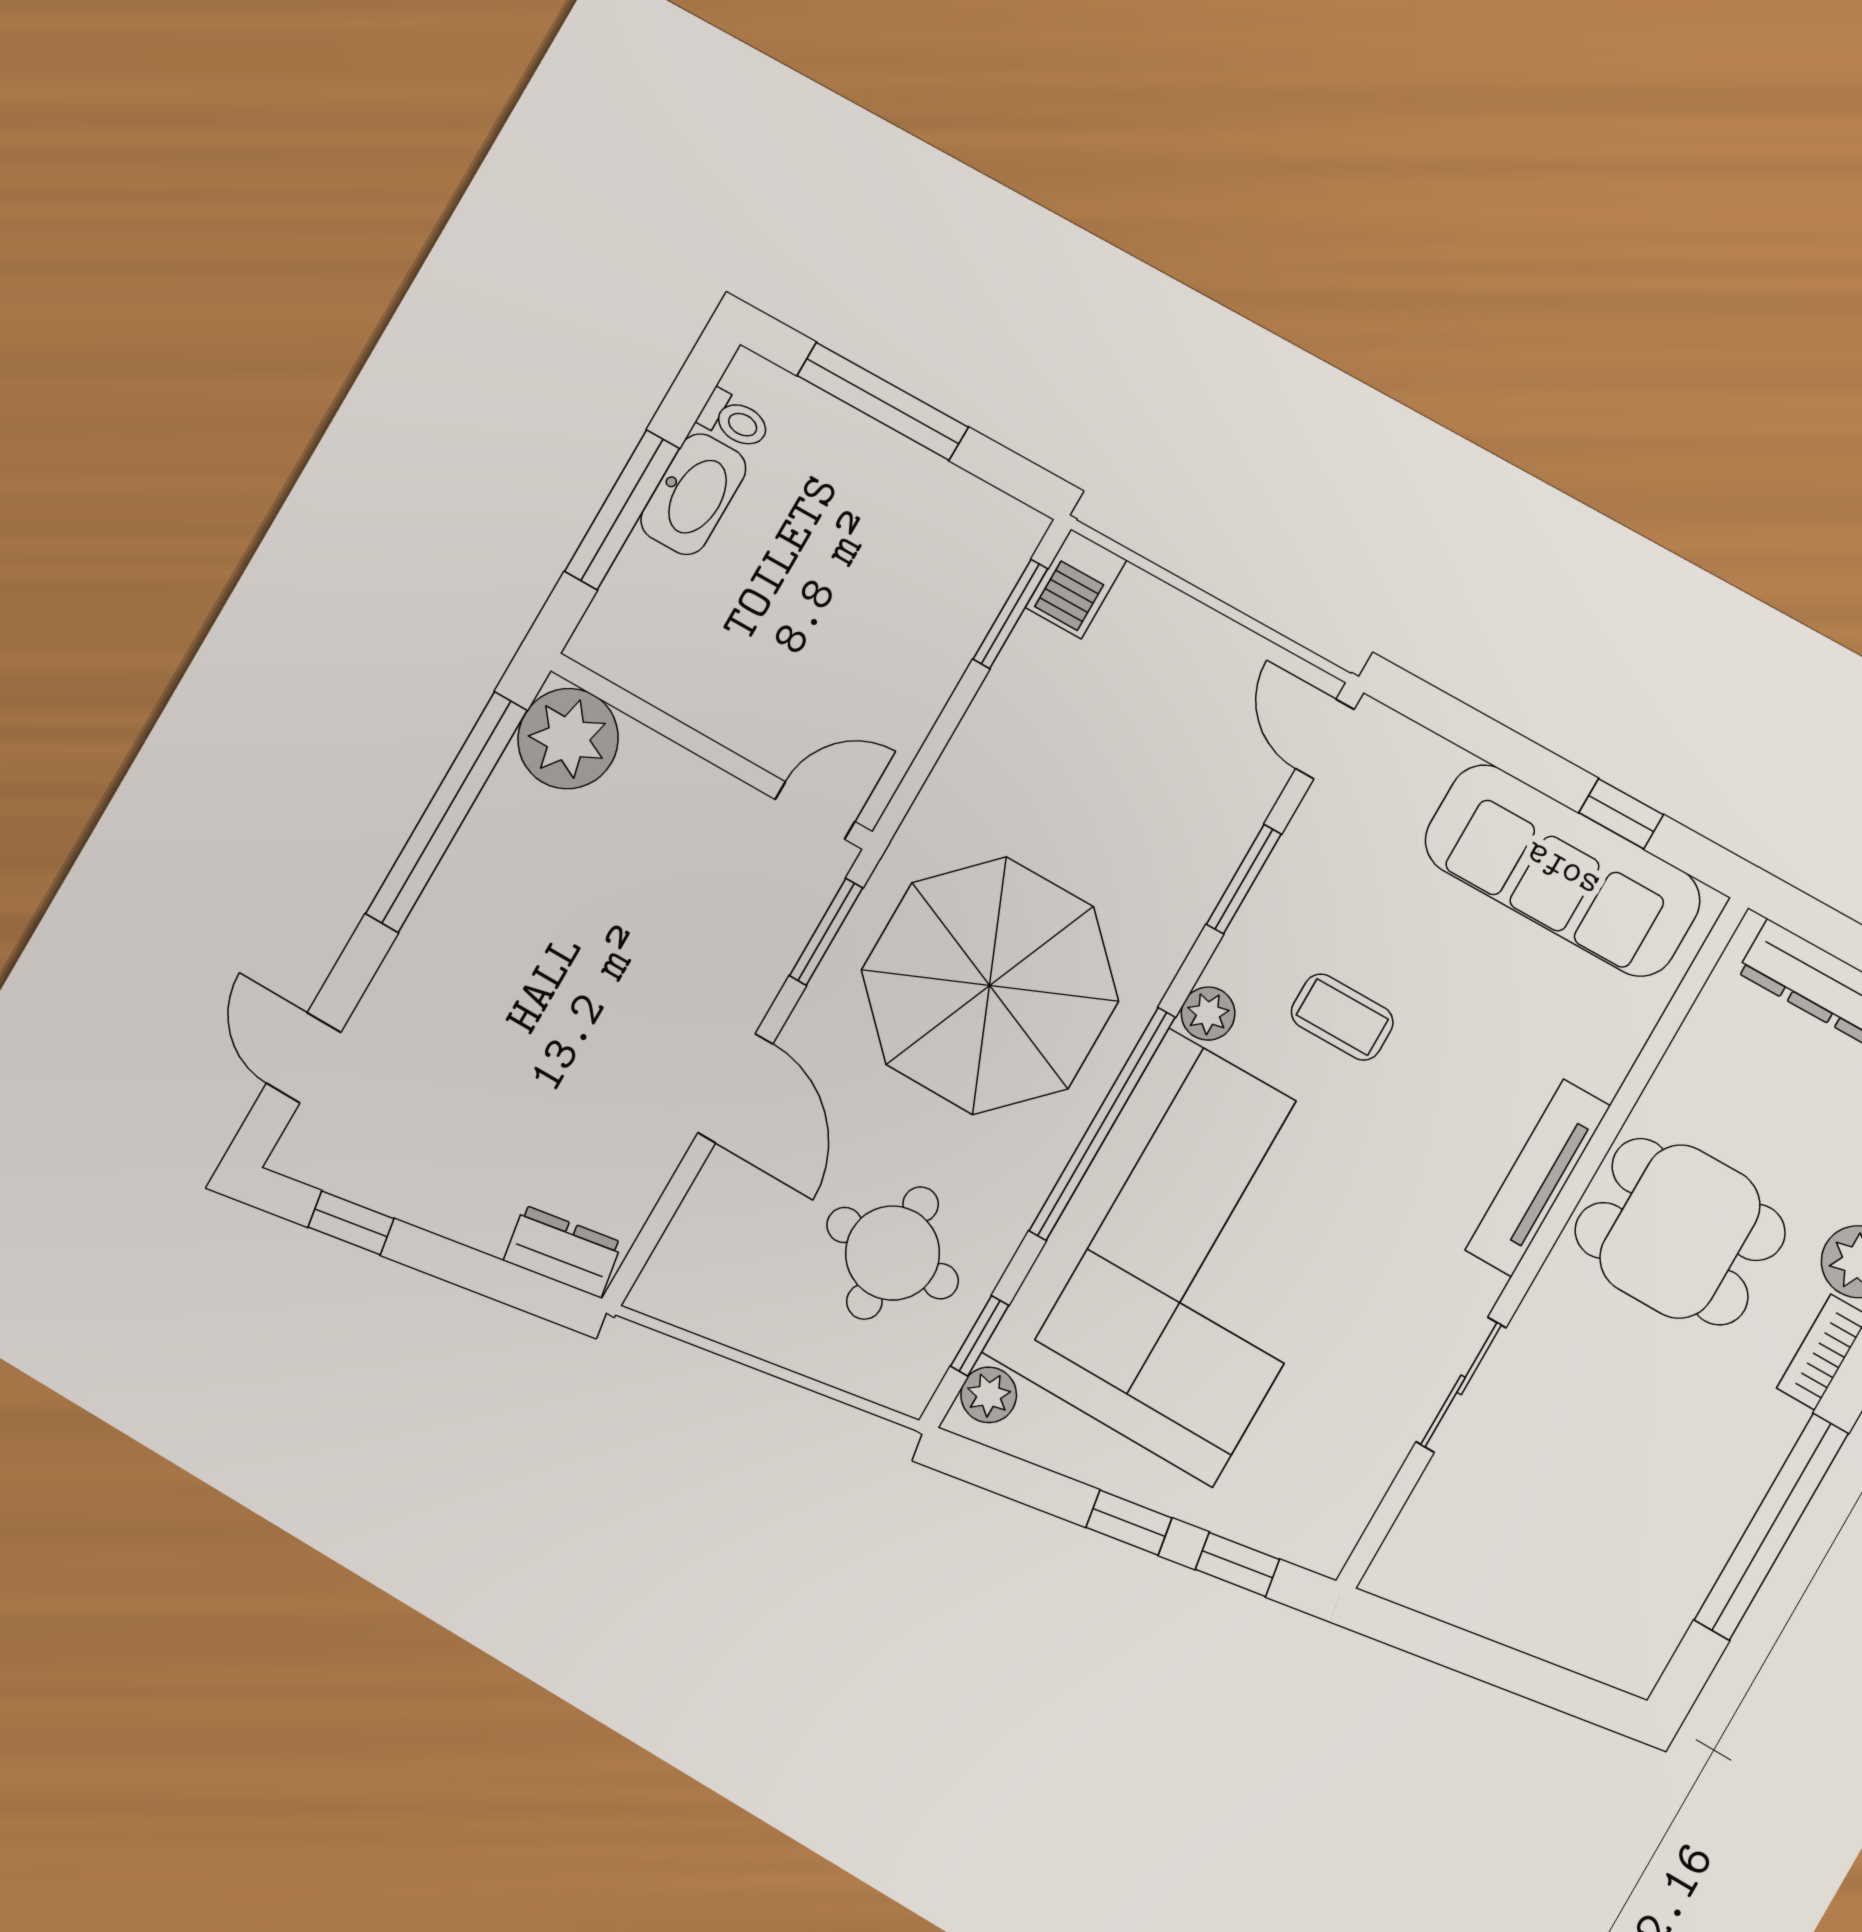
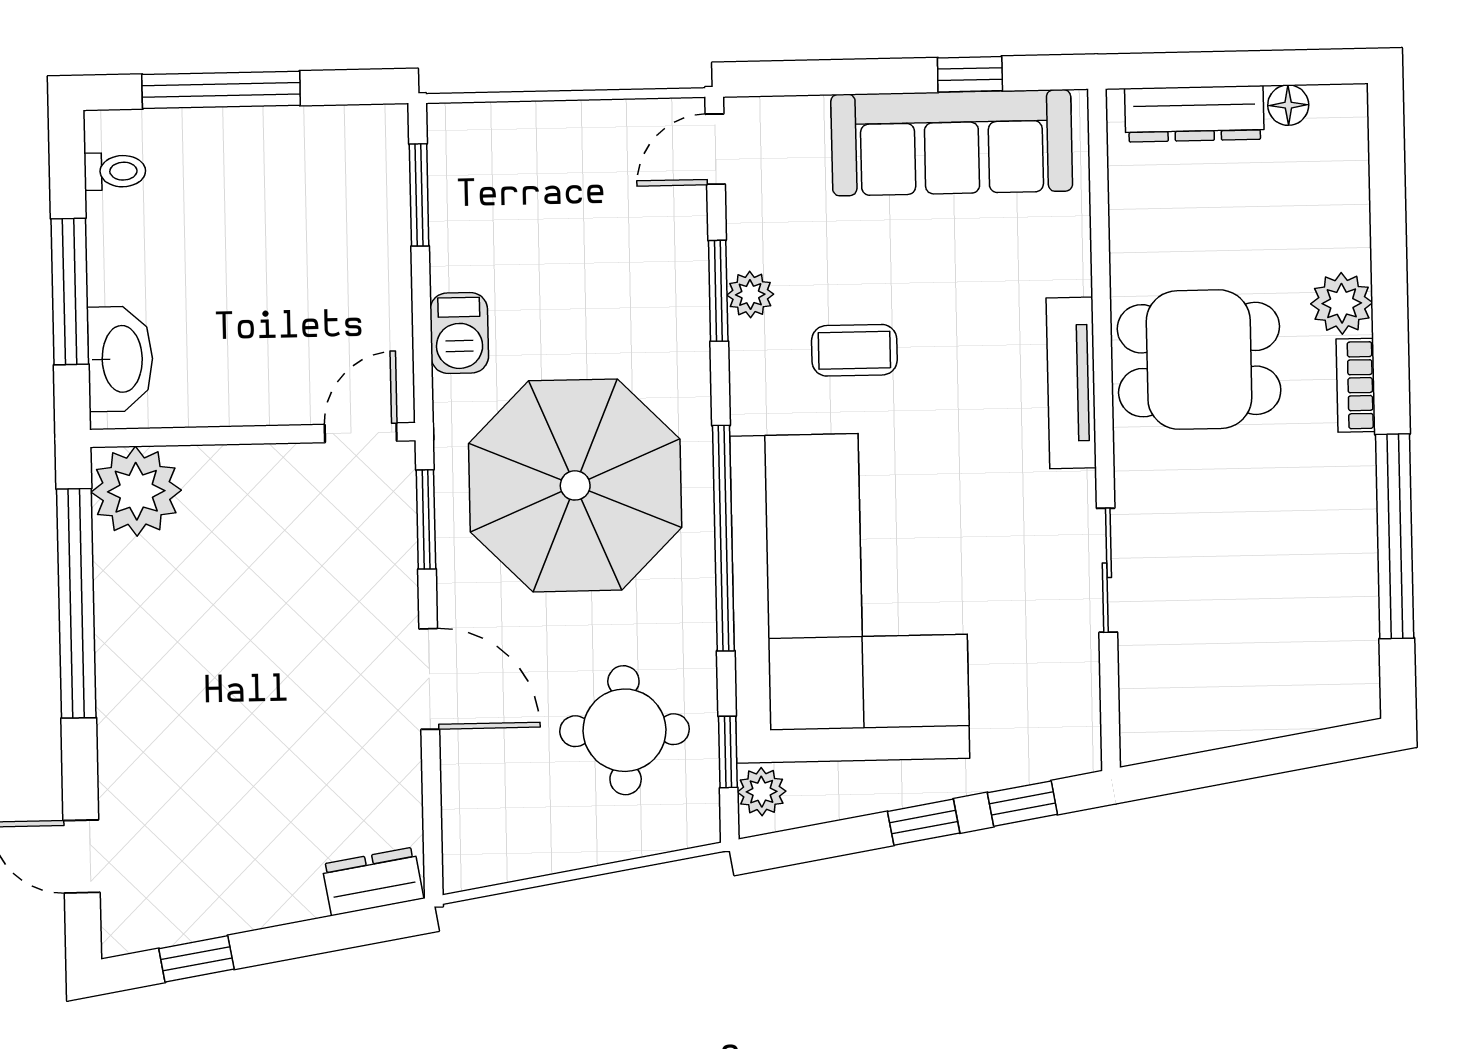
washbasin: (693, 494) -> (120, 359), moved
barbecue: (1076, 584) -> (459, 333), moved
door: (1325, 739) -> (715, 149), hinge flipped
plant: (1208, 1014) -> (750, 295), moved

